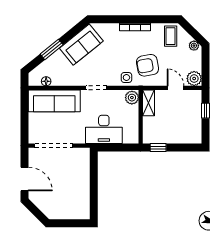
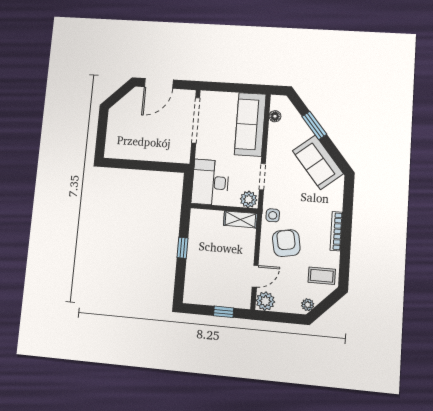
plant: (132, 98) -> (249, 199), moved
shelving: (148, 103) -> (240, 219), moved
wall: (141, 117) -> (224, 208), moved

